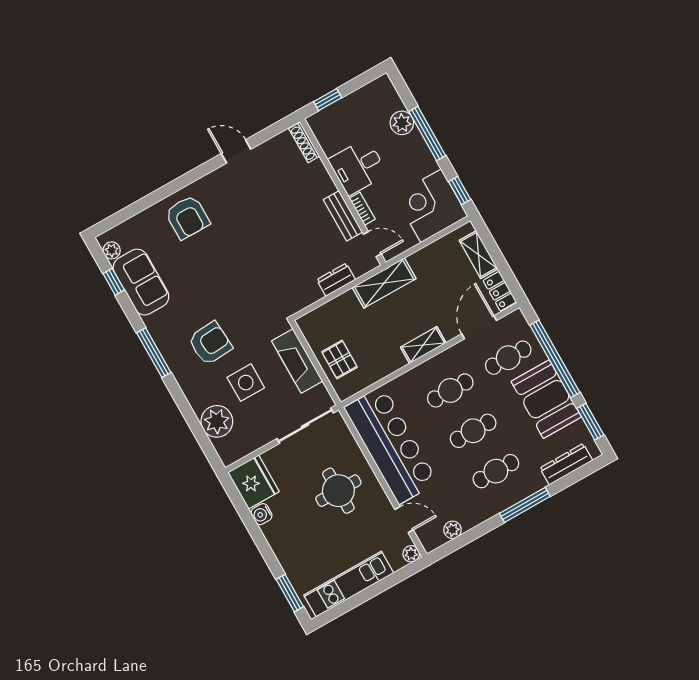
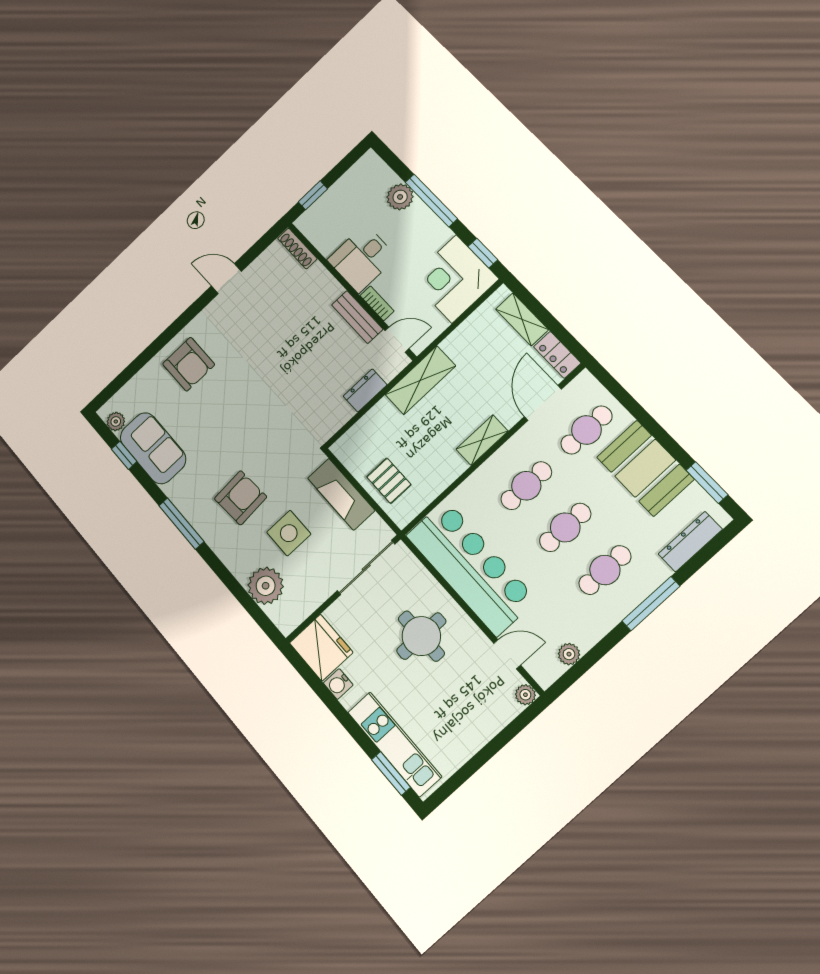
window: (555, 359) -> (643, 417), removed
kitchen unit: (349, 584) -> (395, 744), moved, turned 90

